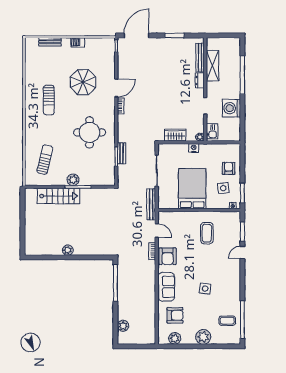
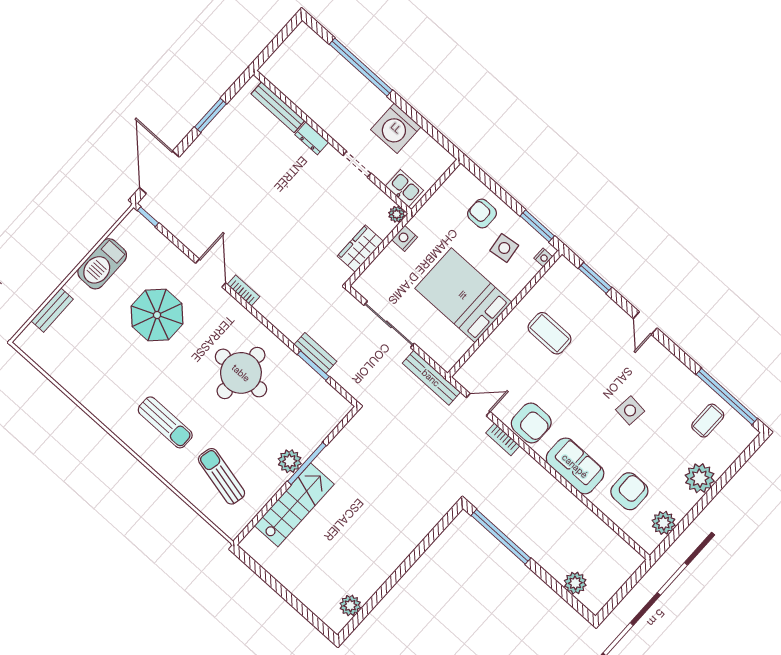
barbecue: (78, 42) -> (102, 264), width x1.88, depth x1.53
shelving: (213, 66) -> (307, 99), removed
sun lounger: (49, 100) -> (165, 422), moved
plant: (68, 250) -> (350, 605), moved
door: (242, 253) -> (645, 323), moved

